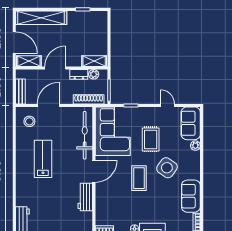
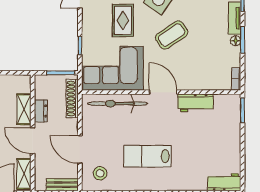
shelving: (94, 61) -> (24, 109), moved
plant: (94, 74) -> (41, 92), removed
rug: (151, 139) -> (123, 20), turned 90
coffee table: (139, 178) -> (172, 35), turned -34

